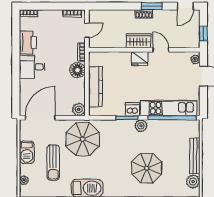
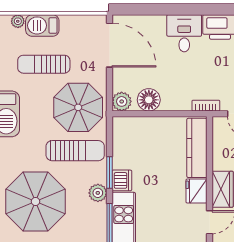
floor lamp: (77, 70) -> (149, 100), moved
kitchen counter: (95, 87) -> (197, 148), moved, turned 90
sun lounger: (112, 141) -> (75, 151), added
barbecue: (27, 152) -> (42, 25), moved
parasol: (147, 168) -> (36, 202), width x1.36, depth x1.36

